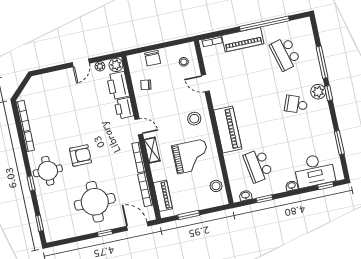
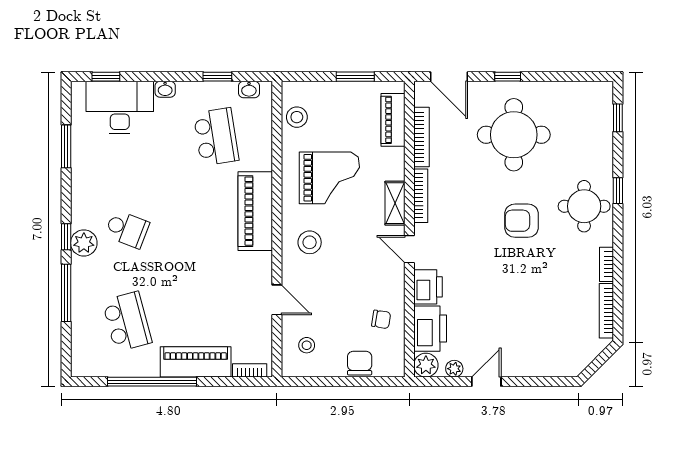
grand piano: (191, 156) -> (329, 178), turned 180

